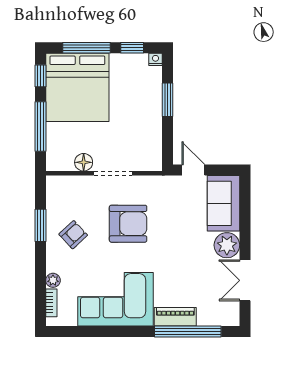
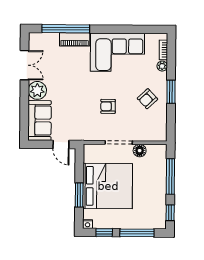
bed: (77, 87) -> (108, 186), moved, turned 90
armchair: (128, 224) -> (108, 106), width x0.53, depth x0.53
window: (40, 225) -> (171, 92), moved

